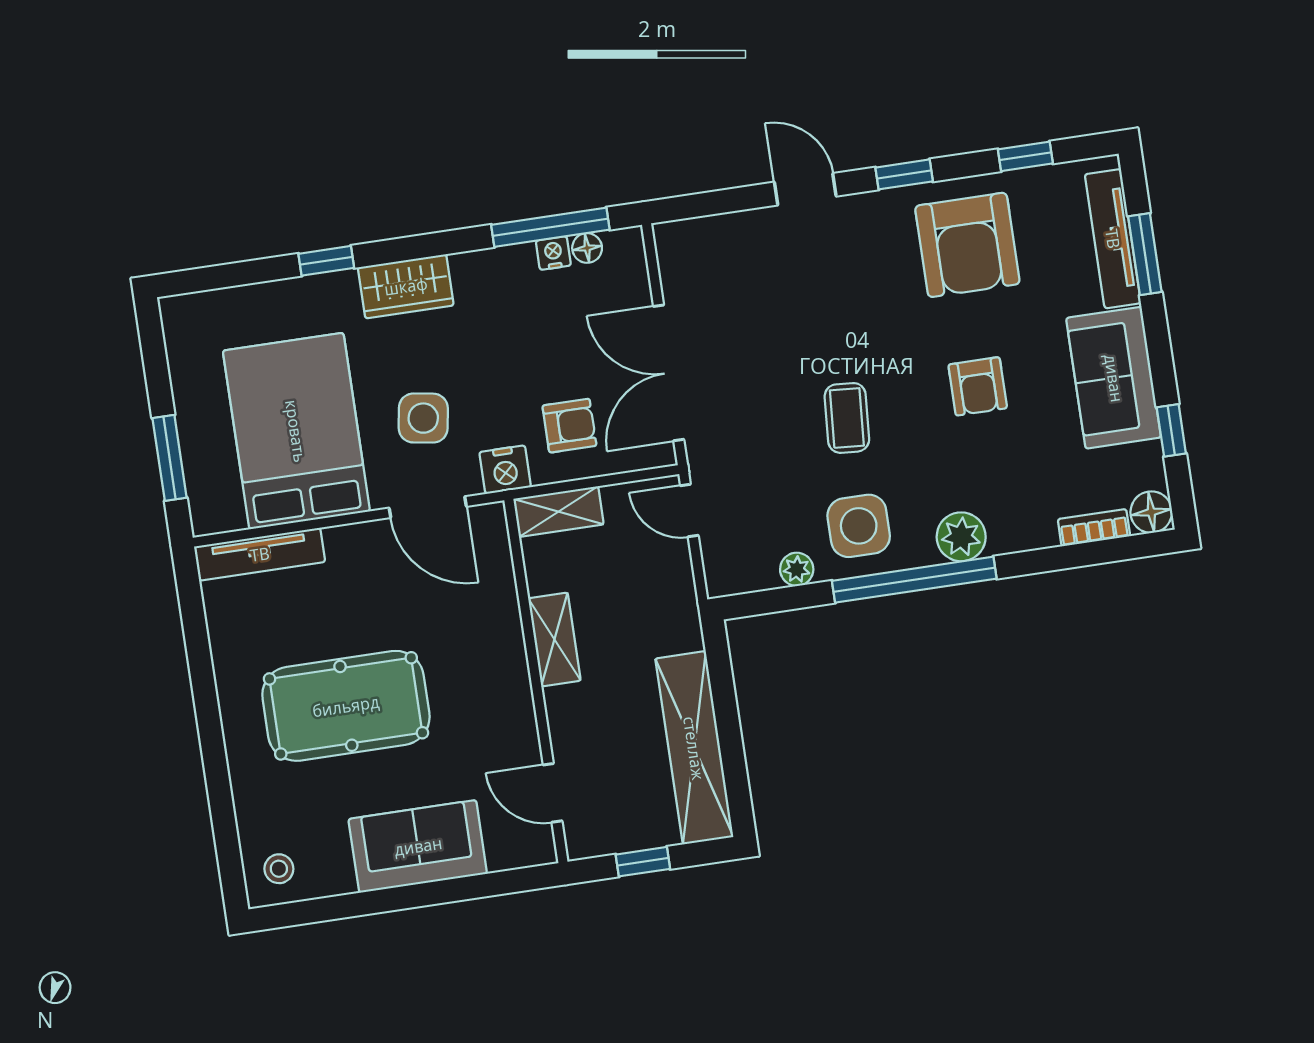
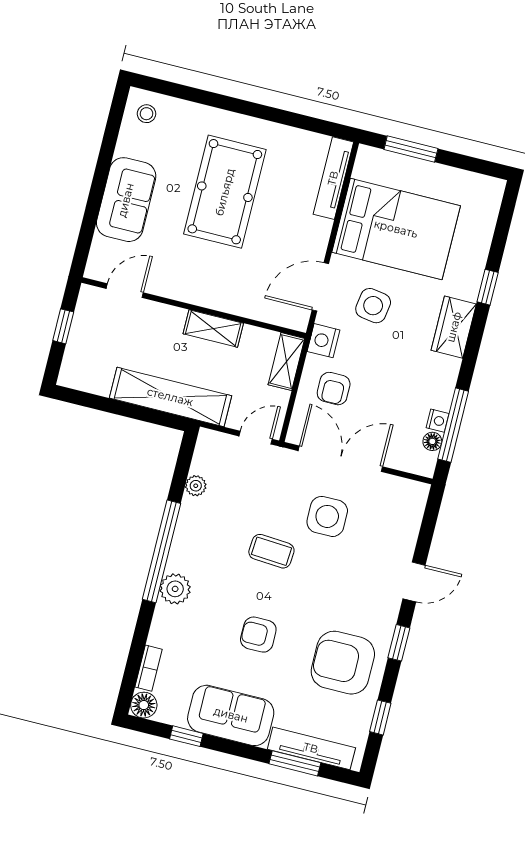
side table: (859, 526) -> (327, 516), moved
shelving: (694, 748) -> (170, 397), moved

